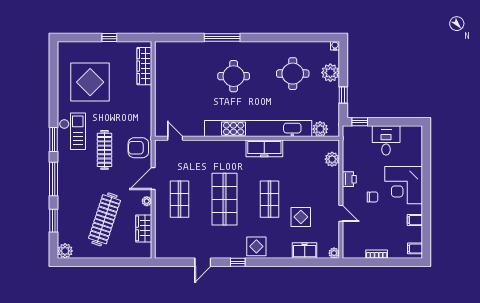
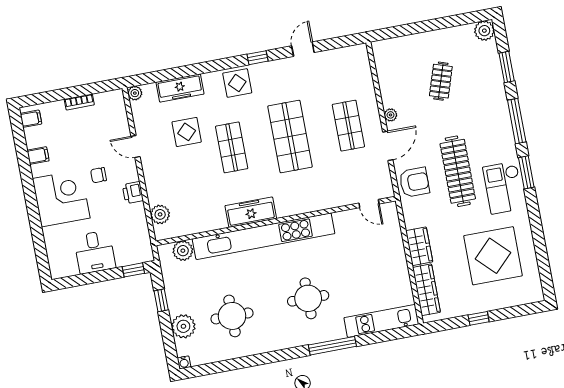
kitchen unit: (182, 49) -> (381, 321), added
clothes rail: (105, 150) -> (458, 171), width x1.37, depth x1.31
clothes rail: (105, 219) -> (441, 81), width x0.54, depth x0.76
wardrobe: (144, 228) -> (419, 246), moved
freezer: (305, 251) -> (180, 88), width x1.40

